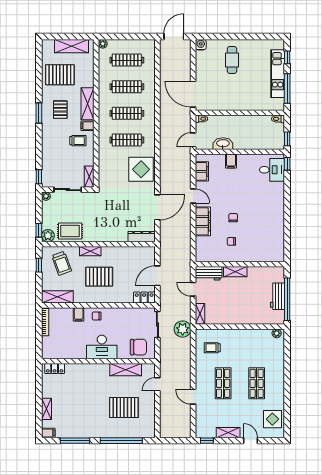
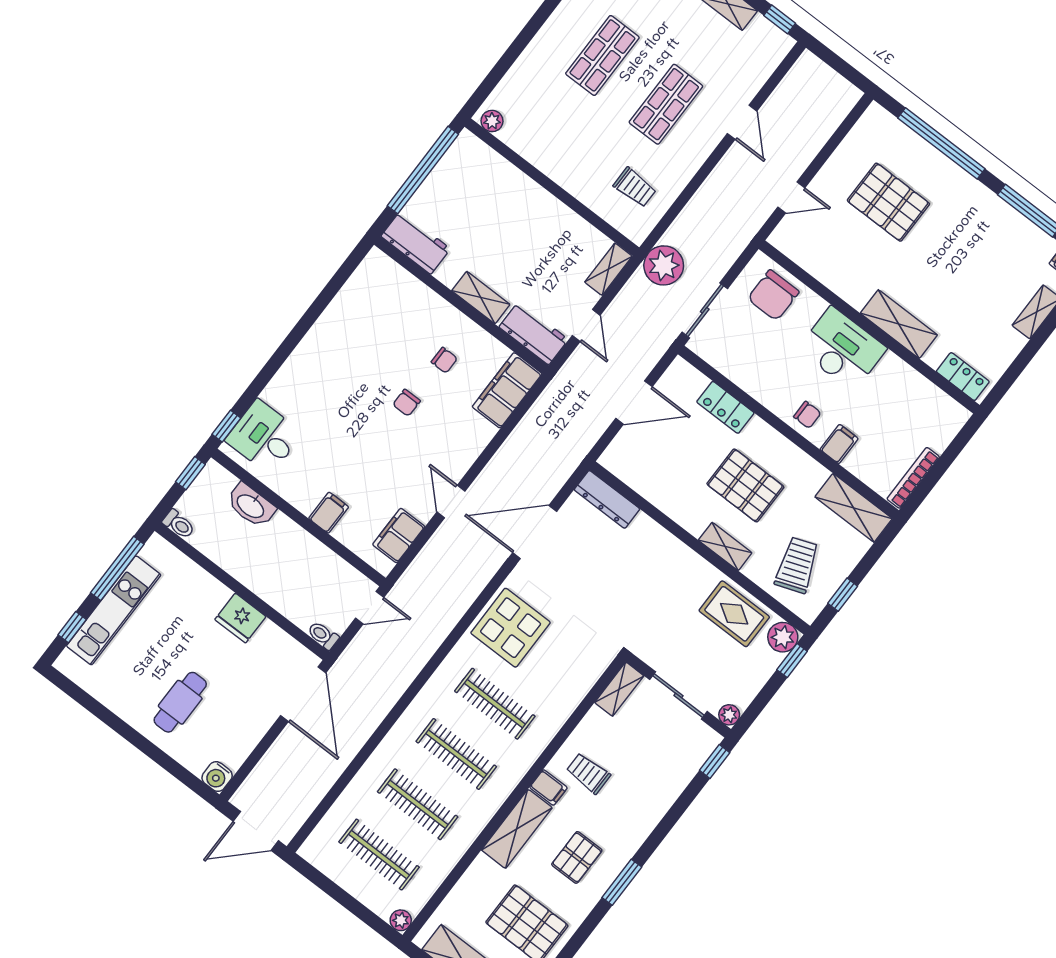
fridge: (233, 103) -> (240, 618), added
washbasin: (223, 144) -> (251, 506), moved
filing cabinet: (203, 221) -> (507, 390), moved
workbench: (278, 296) -> (416, 243), moved, turned -90
locker: (144, 298) -> (725, 407), moved
chair: (138, 347) -> (773, 295), turned -90
shelving: (126, 370) -> (899, 324), moved

